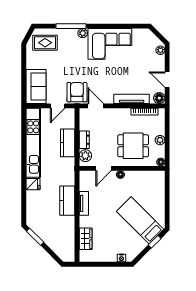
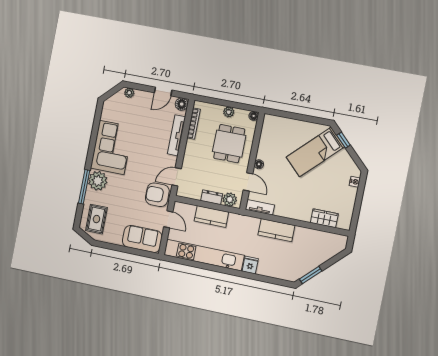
plant: (83, 33) -> (98, 181), width x1.88, depth x1.88
tv unit: (84, 203) -> (260, 207), moved

